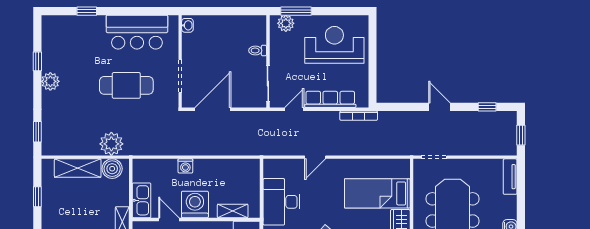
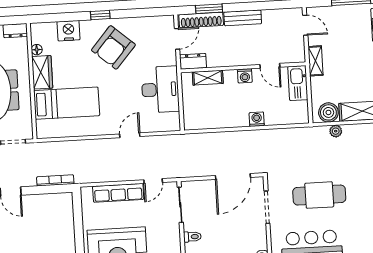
bookcase: (359, 116) -> (55, 180), moved
plant: (111, 144) -> (336, 131), width x0.53, depth x0.53
washing machine: (195, 204) -> (245, 76), width x0.53, depth x0.53

